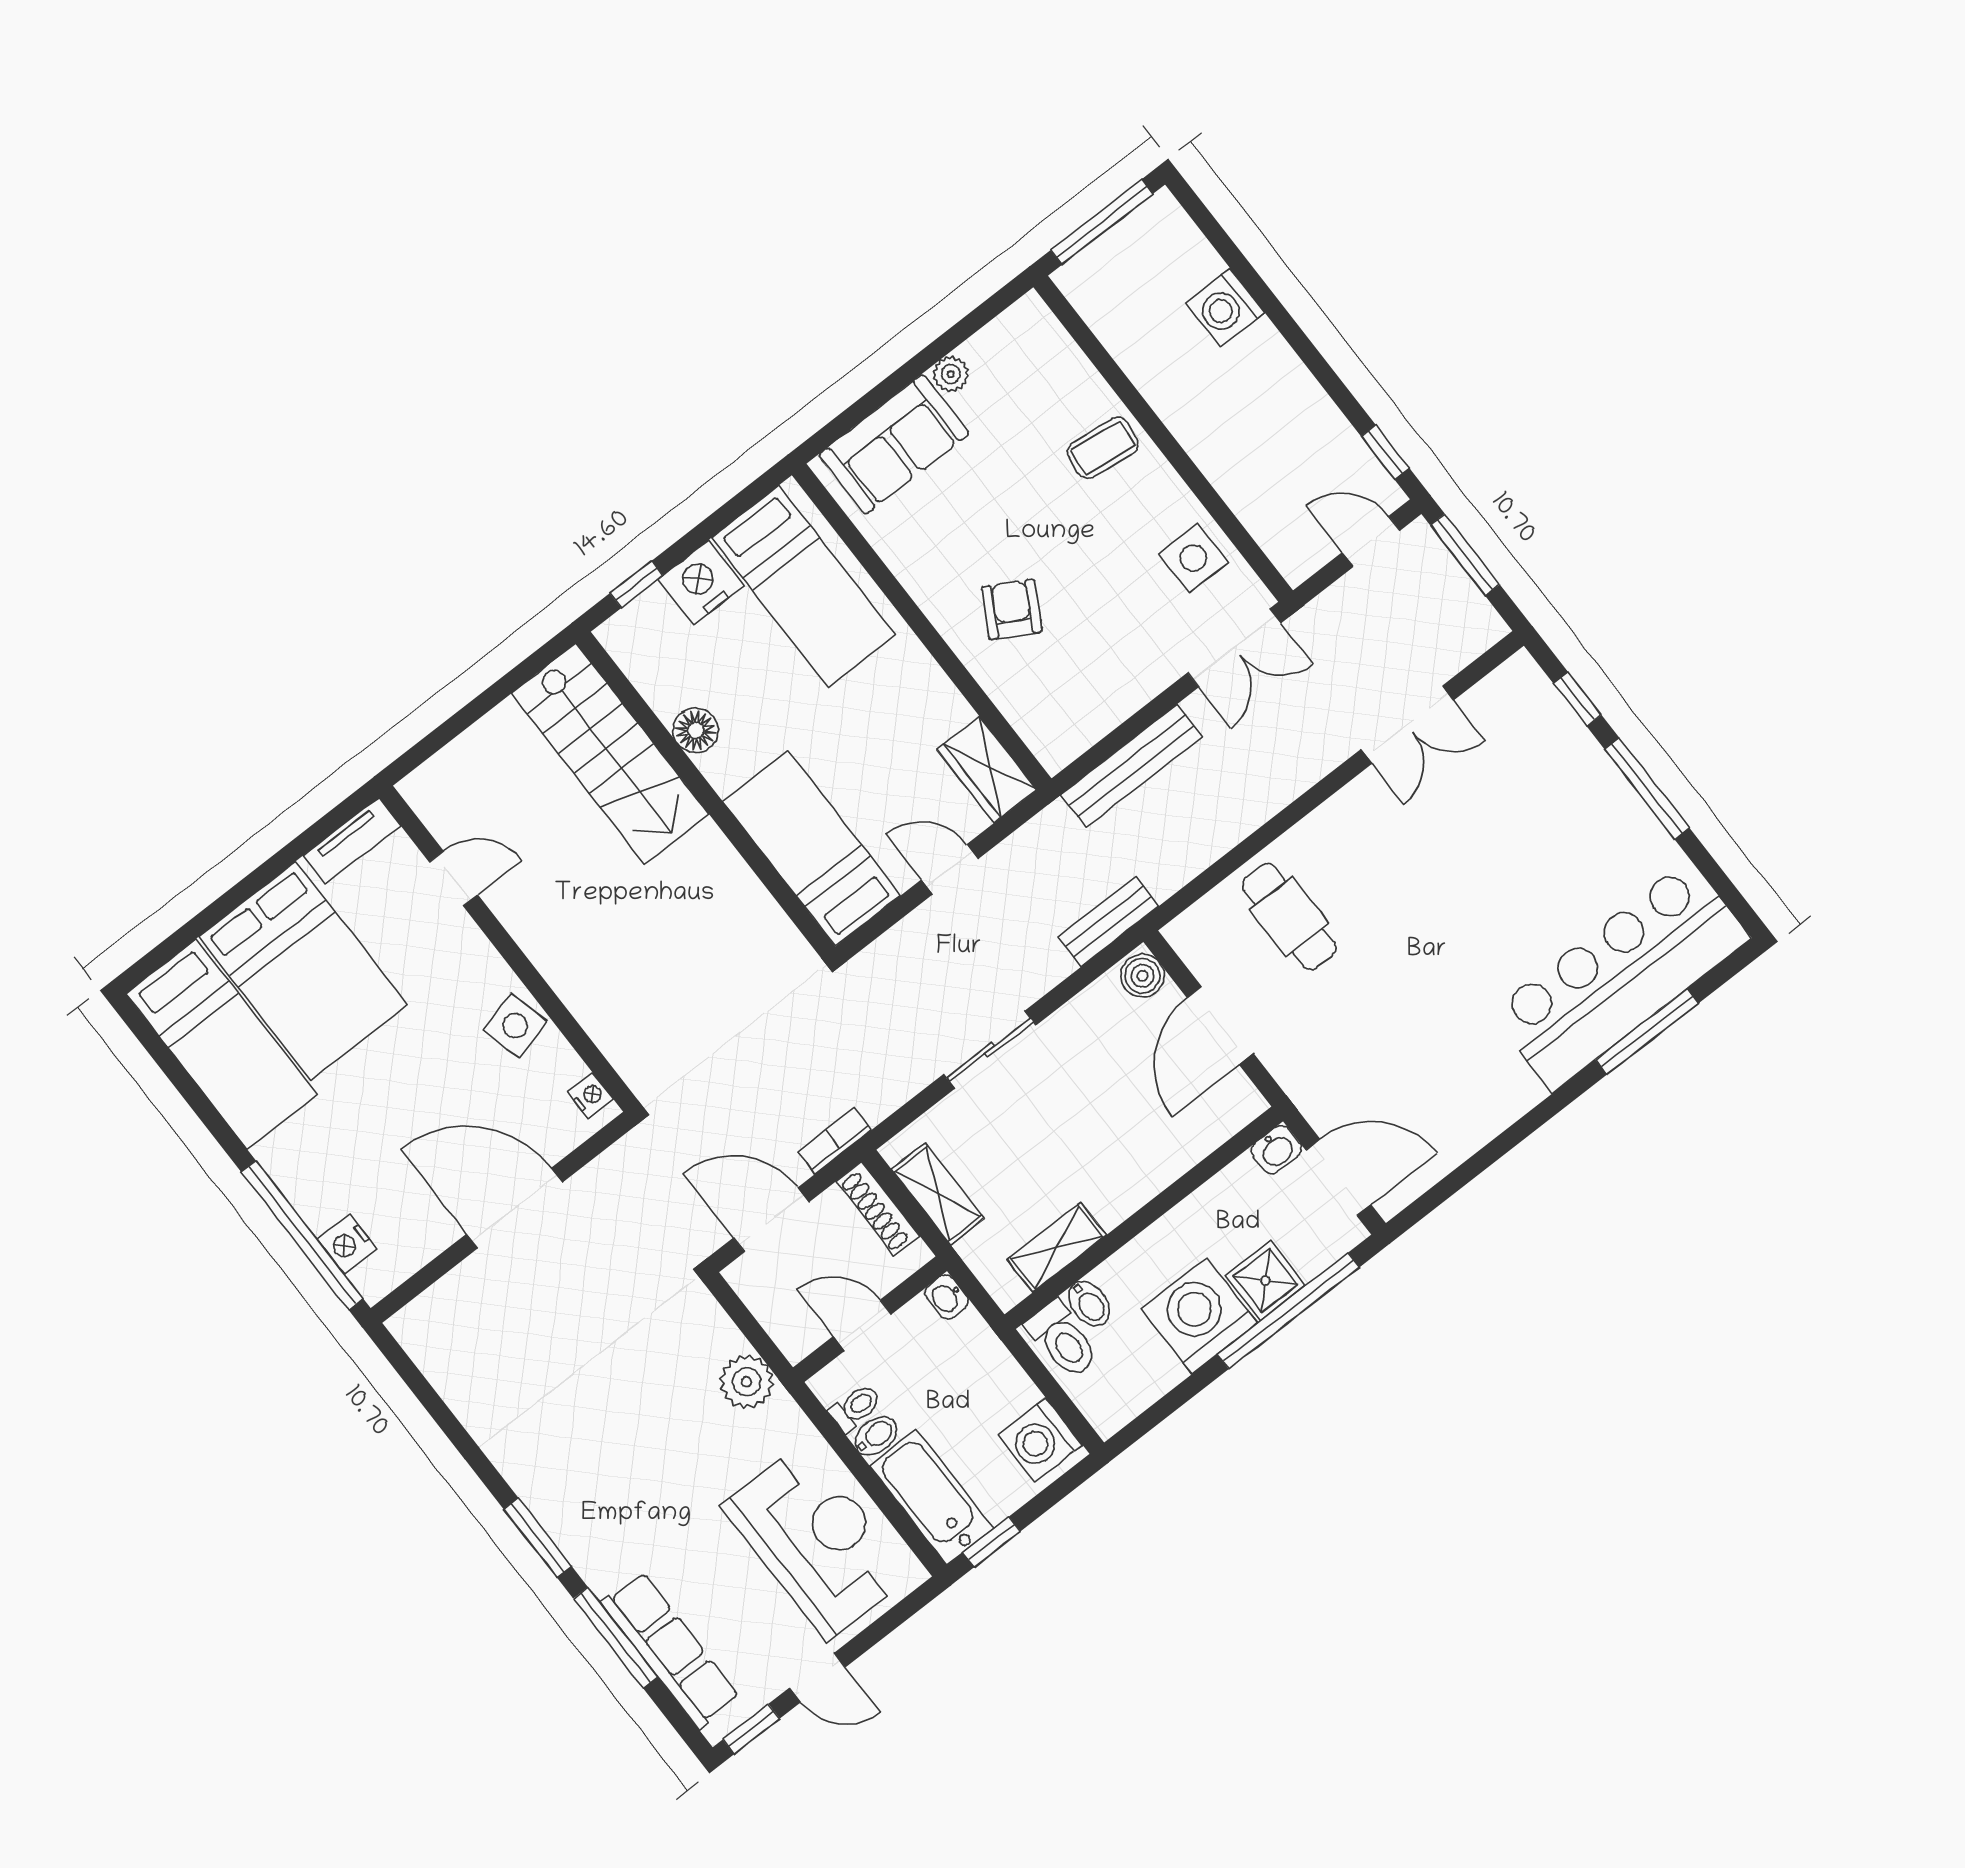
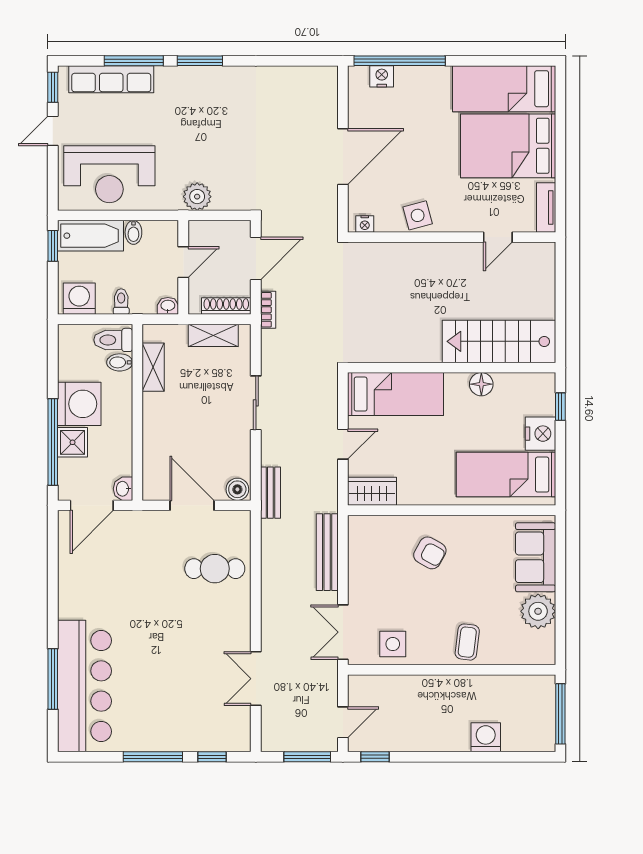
plant: (951, 374) -> (538, 611), width x1.88, depth x1.88
toilet: (856, 1408) -> (121, 302), moved, turned 180

